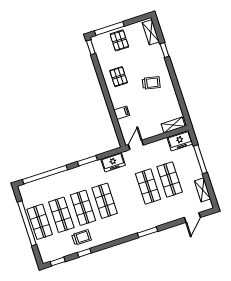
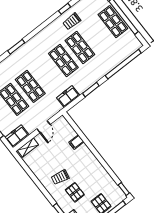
pallet: (119, 77) -> (75, 192), moved
door: (136, 145) -> (44, 127), moved
shop shelf: (61, 215) -> (96, 35), removed

